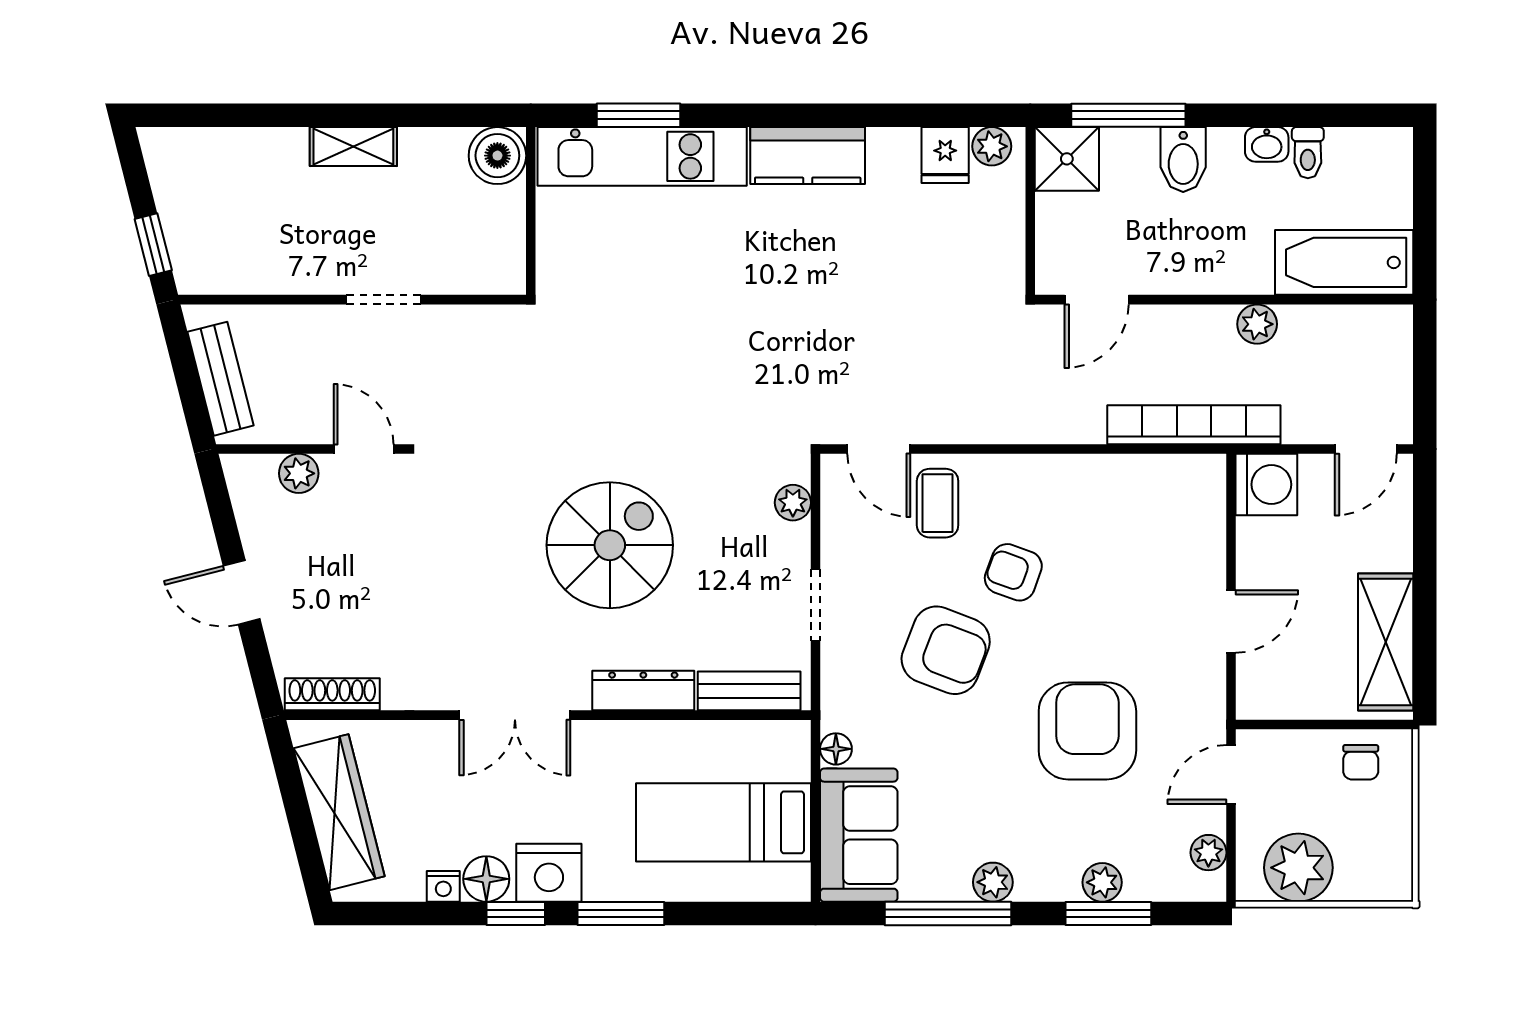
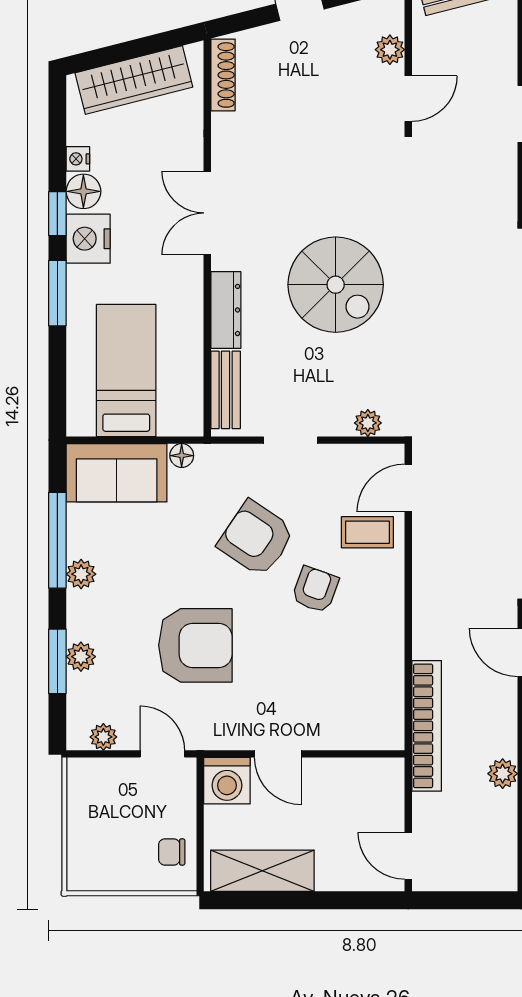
washing machine: (1266, 484) -> (227, 781), moved
armchair: (946, 650) -> (256, 538), turned 103
plant: (1298, 868) -> (92, 805), removed

